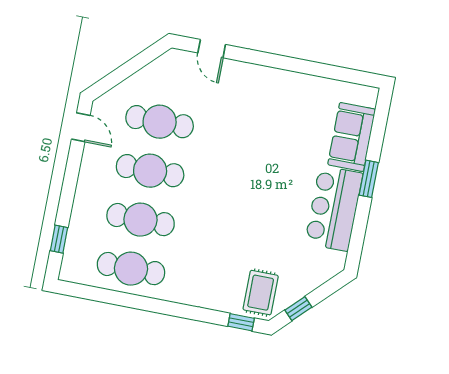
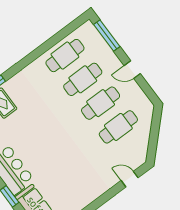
door: (81, 127) -> (132, 70), moved
window: (59, 239) -> (107, 36), width x2.17

